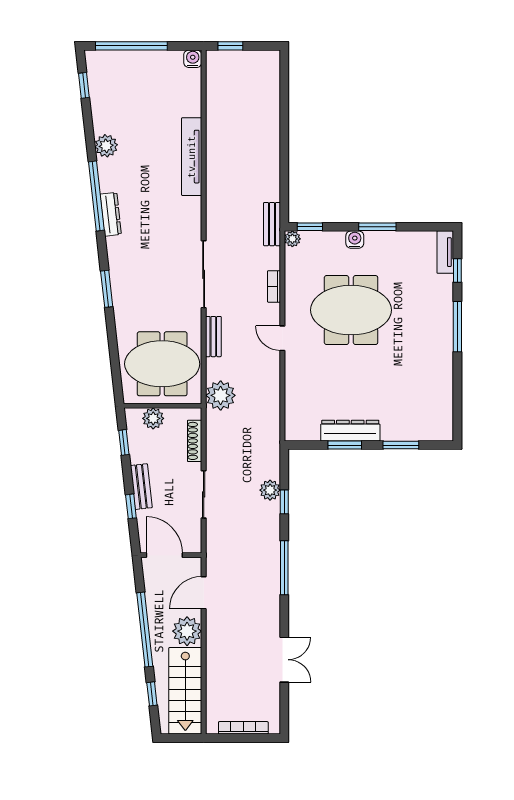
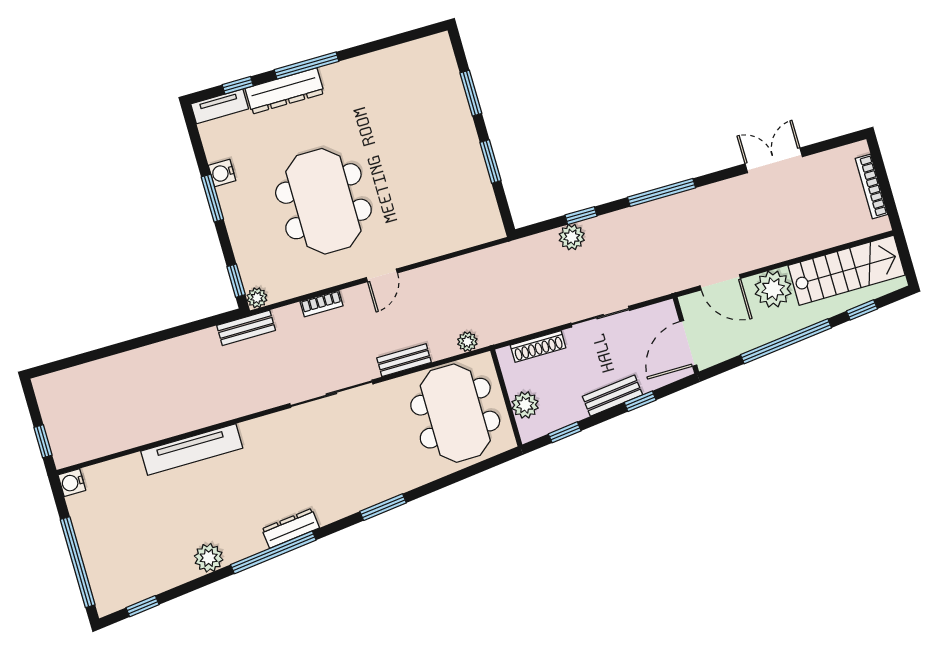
water cooler: (355, 240) -> (222, 173), moved
plant: (221, 395) -> (467, 342), width x0.53, depth x0.53
dresser: (350, 431) -> (285, 91), moved, turned -90

